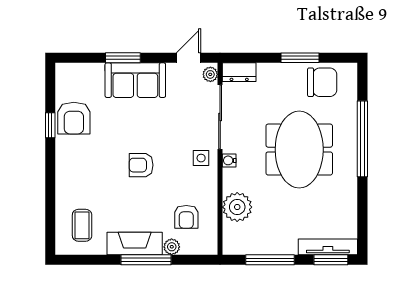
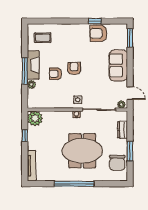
window: (123, 58) -> (130, 38), moved
dresser: (239, 72) -> (123, 130), moved
window: (362, 139) -> (74, 184), moved
plant: (237, 207) -> (35, 118), moved
armchair: (186, 217) -> (55, 74), moved
window: (270, 260) -> (25, 136), width x0.46
window: (331, 260) -> (25, 167), removed

